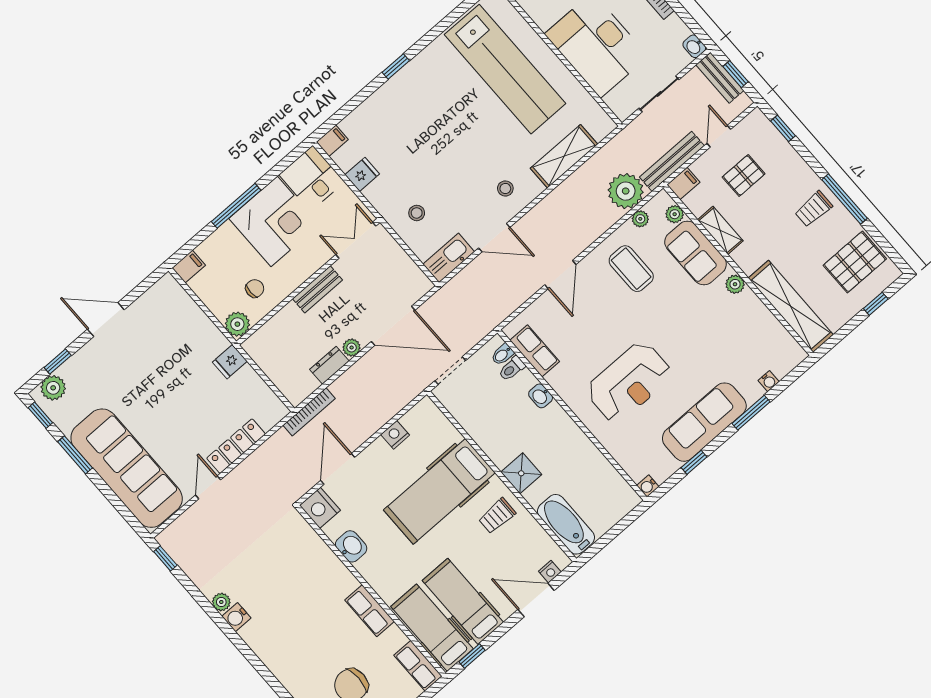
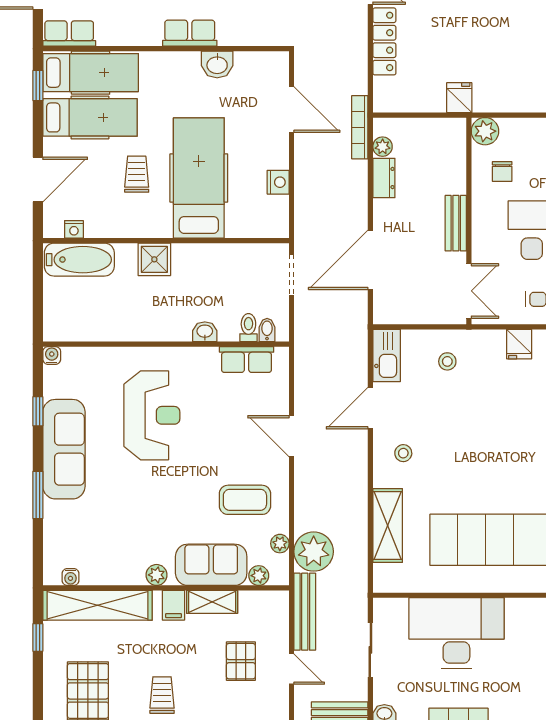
filing cabinet: (683, 184) -> (173, 605), moved
window: (876, 304) -> (38, 637), moved
plant: (352, 348) -> (383, 147), moved
water cooler: (769, 381) -> (70, 577), moved, turned -90
reception desk: (629, 382) -> (152, 415), turned 180
nightstand: (320, 508) -> (272, 66), removed
trolley: (497, 516) -> (137, 174), moved
nightstand: (550, 572) -> (74, 229), moved, turned -90
row of seats: (370, 611) -> (190, 33), moved

